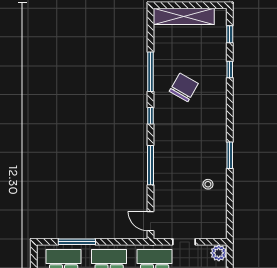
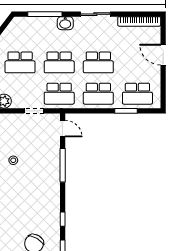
window: (151, 165) -> (63, 165), moved
window: (77, 242) -> (126, 111), width x0.69

